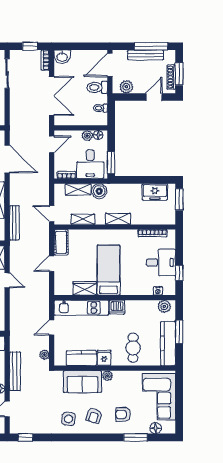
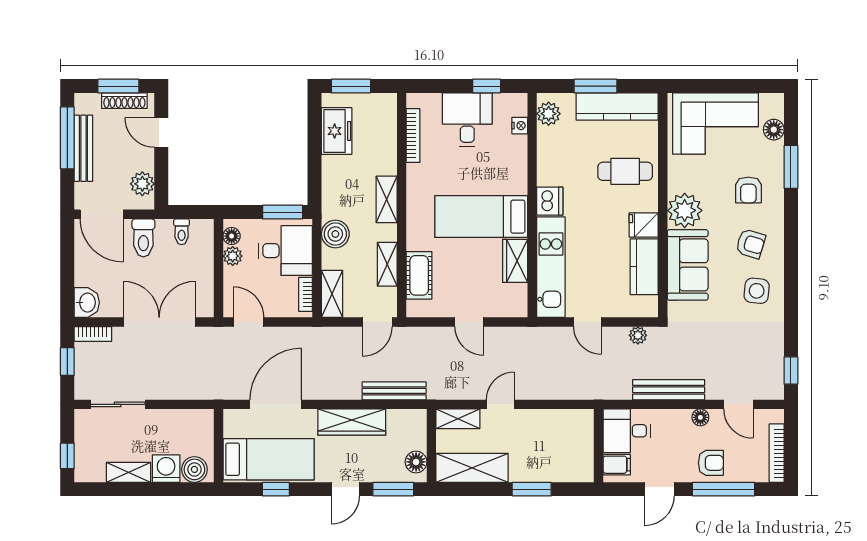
shelving: (78, 189) -> (332, 294), moved
cot: (61, 242) -> (419, 275), moved, turned 90
plant: (108, 376) -> (685, 210), width x1.88, depth x1.88

